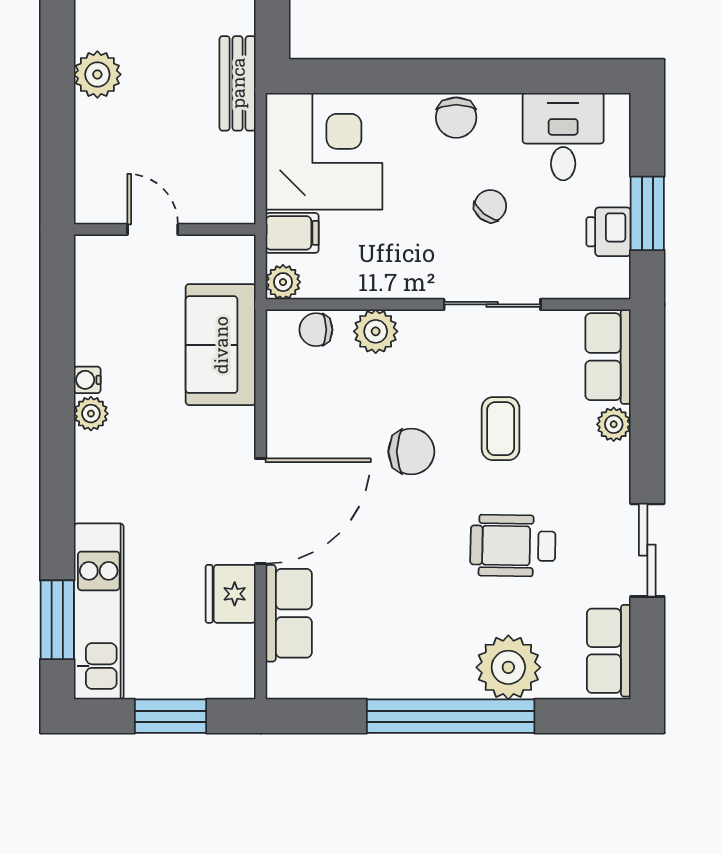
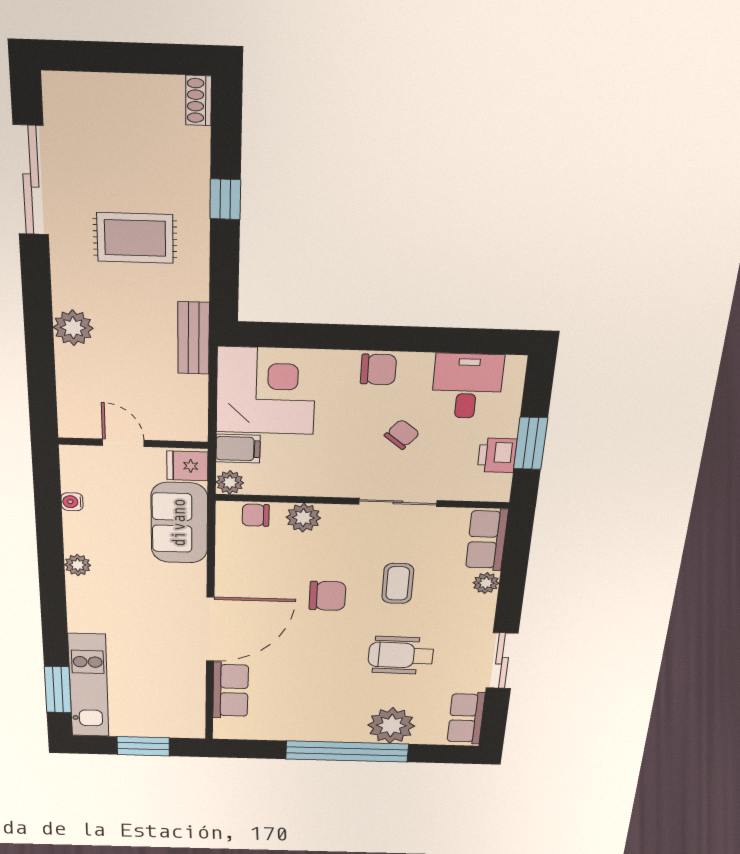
chair: (456, 118) -> (378, 369), turned -90
water cooler: (87, 380) -> (72, 502), moved
fridge: (231, 594) -> (187, 466), moved, width x0.72

